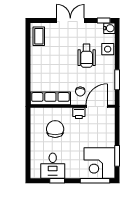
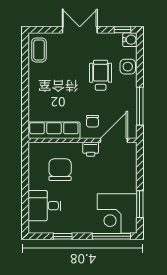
wheelchair: (87, 56) -> (101, 75), turned 180
window: (117, 80) -> (140, 106), width x1.44
desk: (53, 166) -> (44, 206), moved, turned 90

